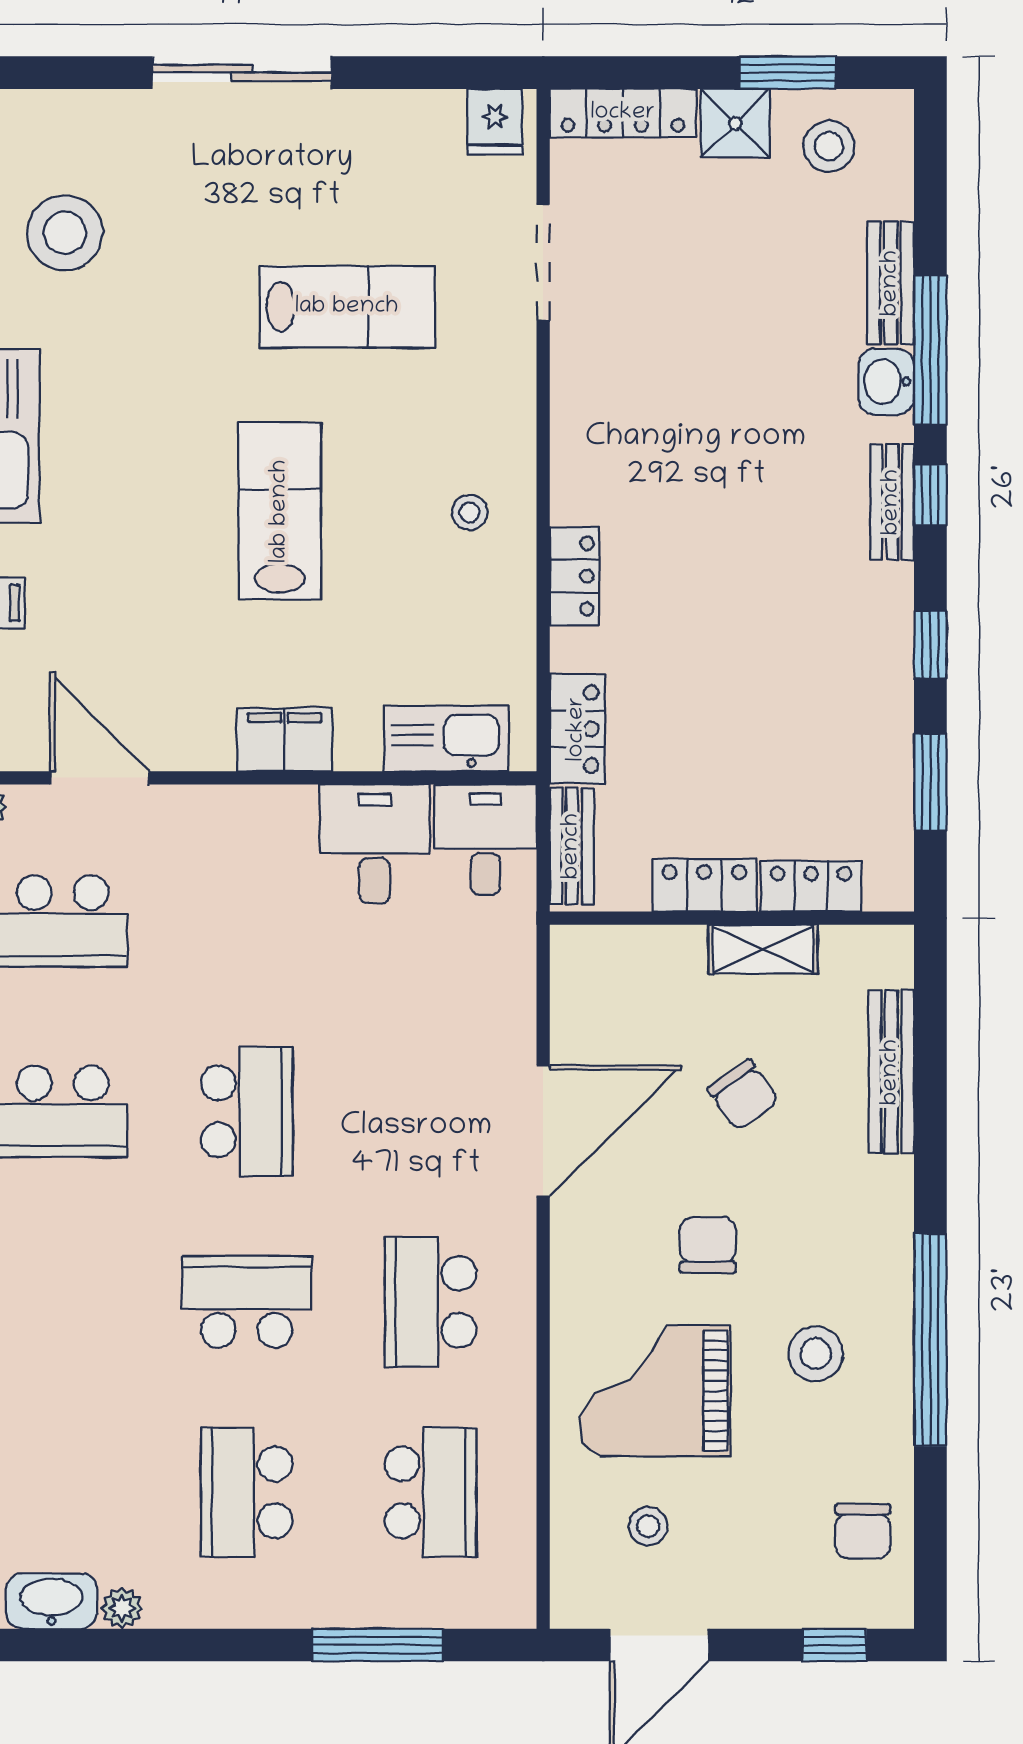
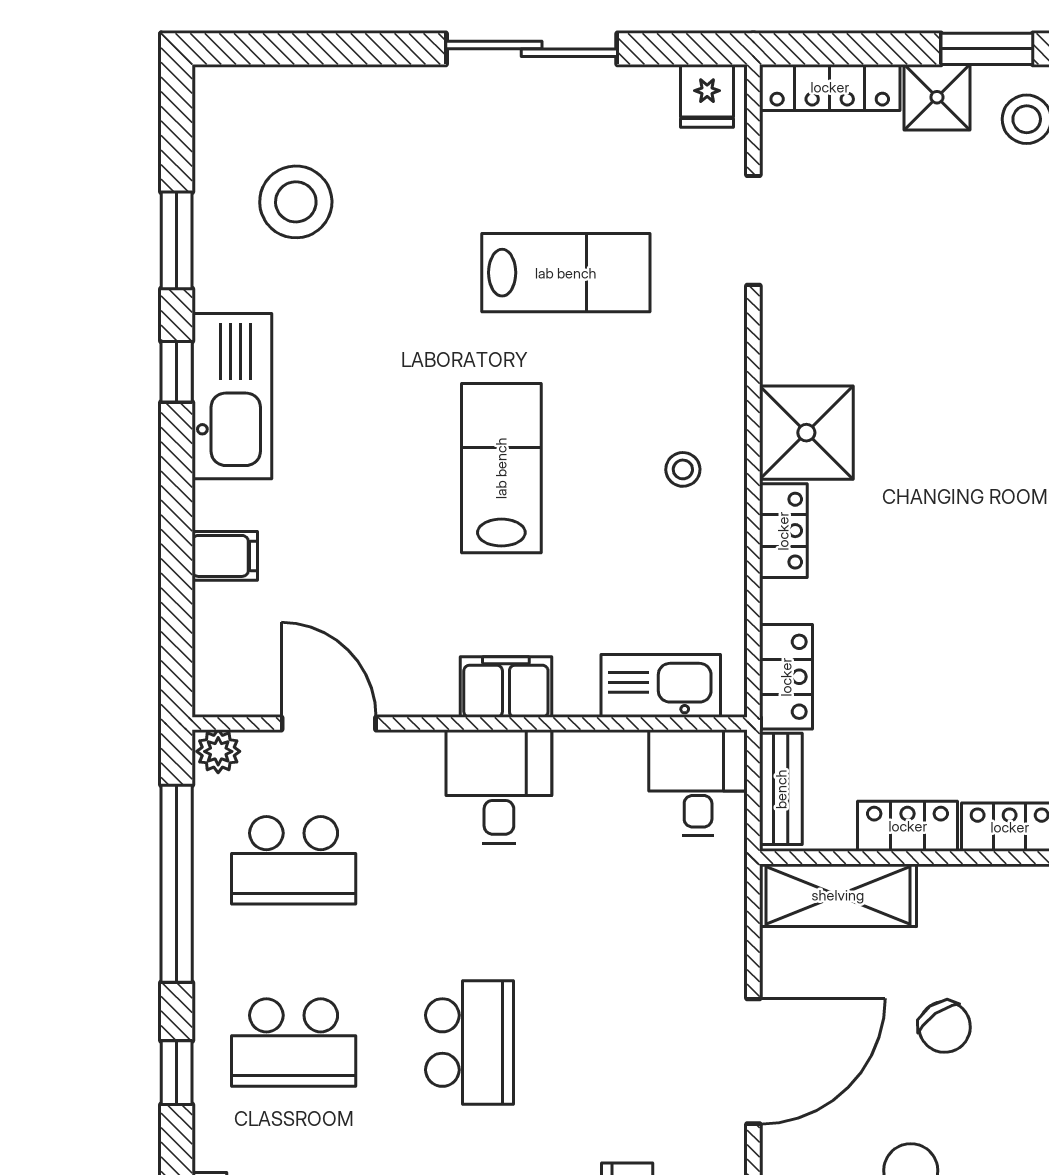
sliding door: (242, 73) -> (532, 49), moved
shower: (599, 474) -> (806, 433), added
desk: (375, 844) -> (499, 787), moved
shelving: (763, 949) -> (838, 895), moved, width x1.50, depth x1.33

